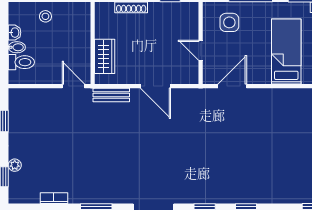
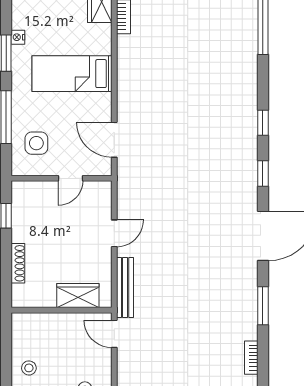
door: (73, 86) -> (114, 334), hinge flipped
door: (156, 86) -> (114, 233), width x0.73
bench: (111, 95) -> (125, 288), width x1.36

